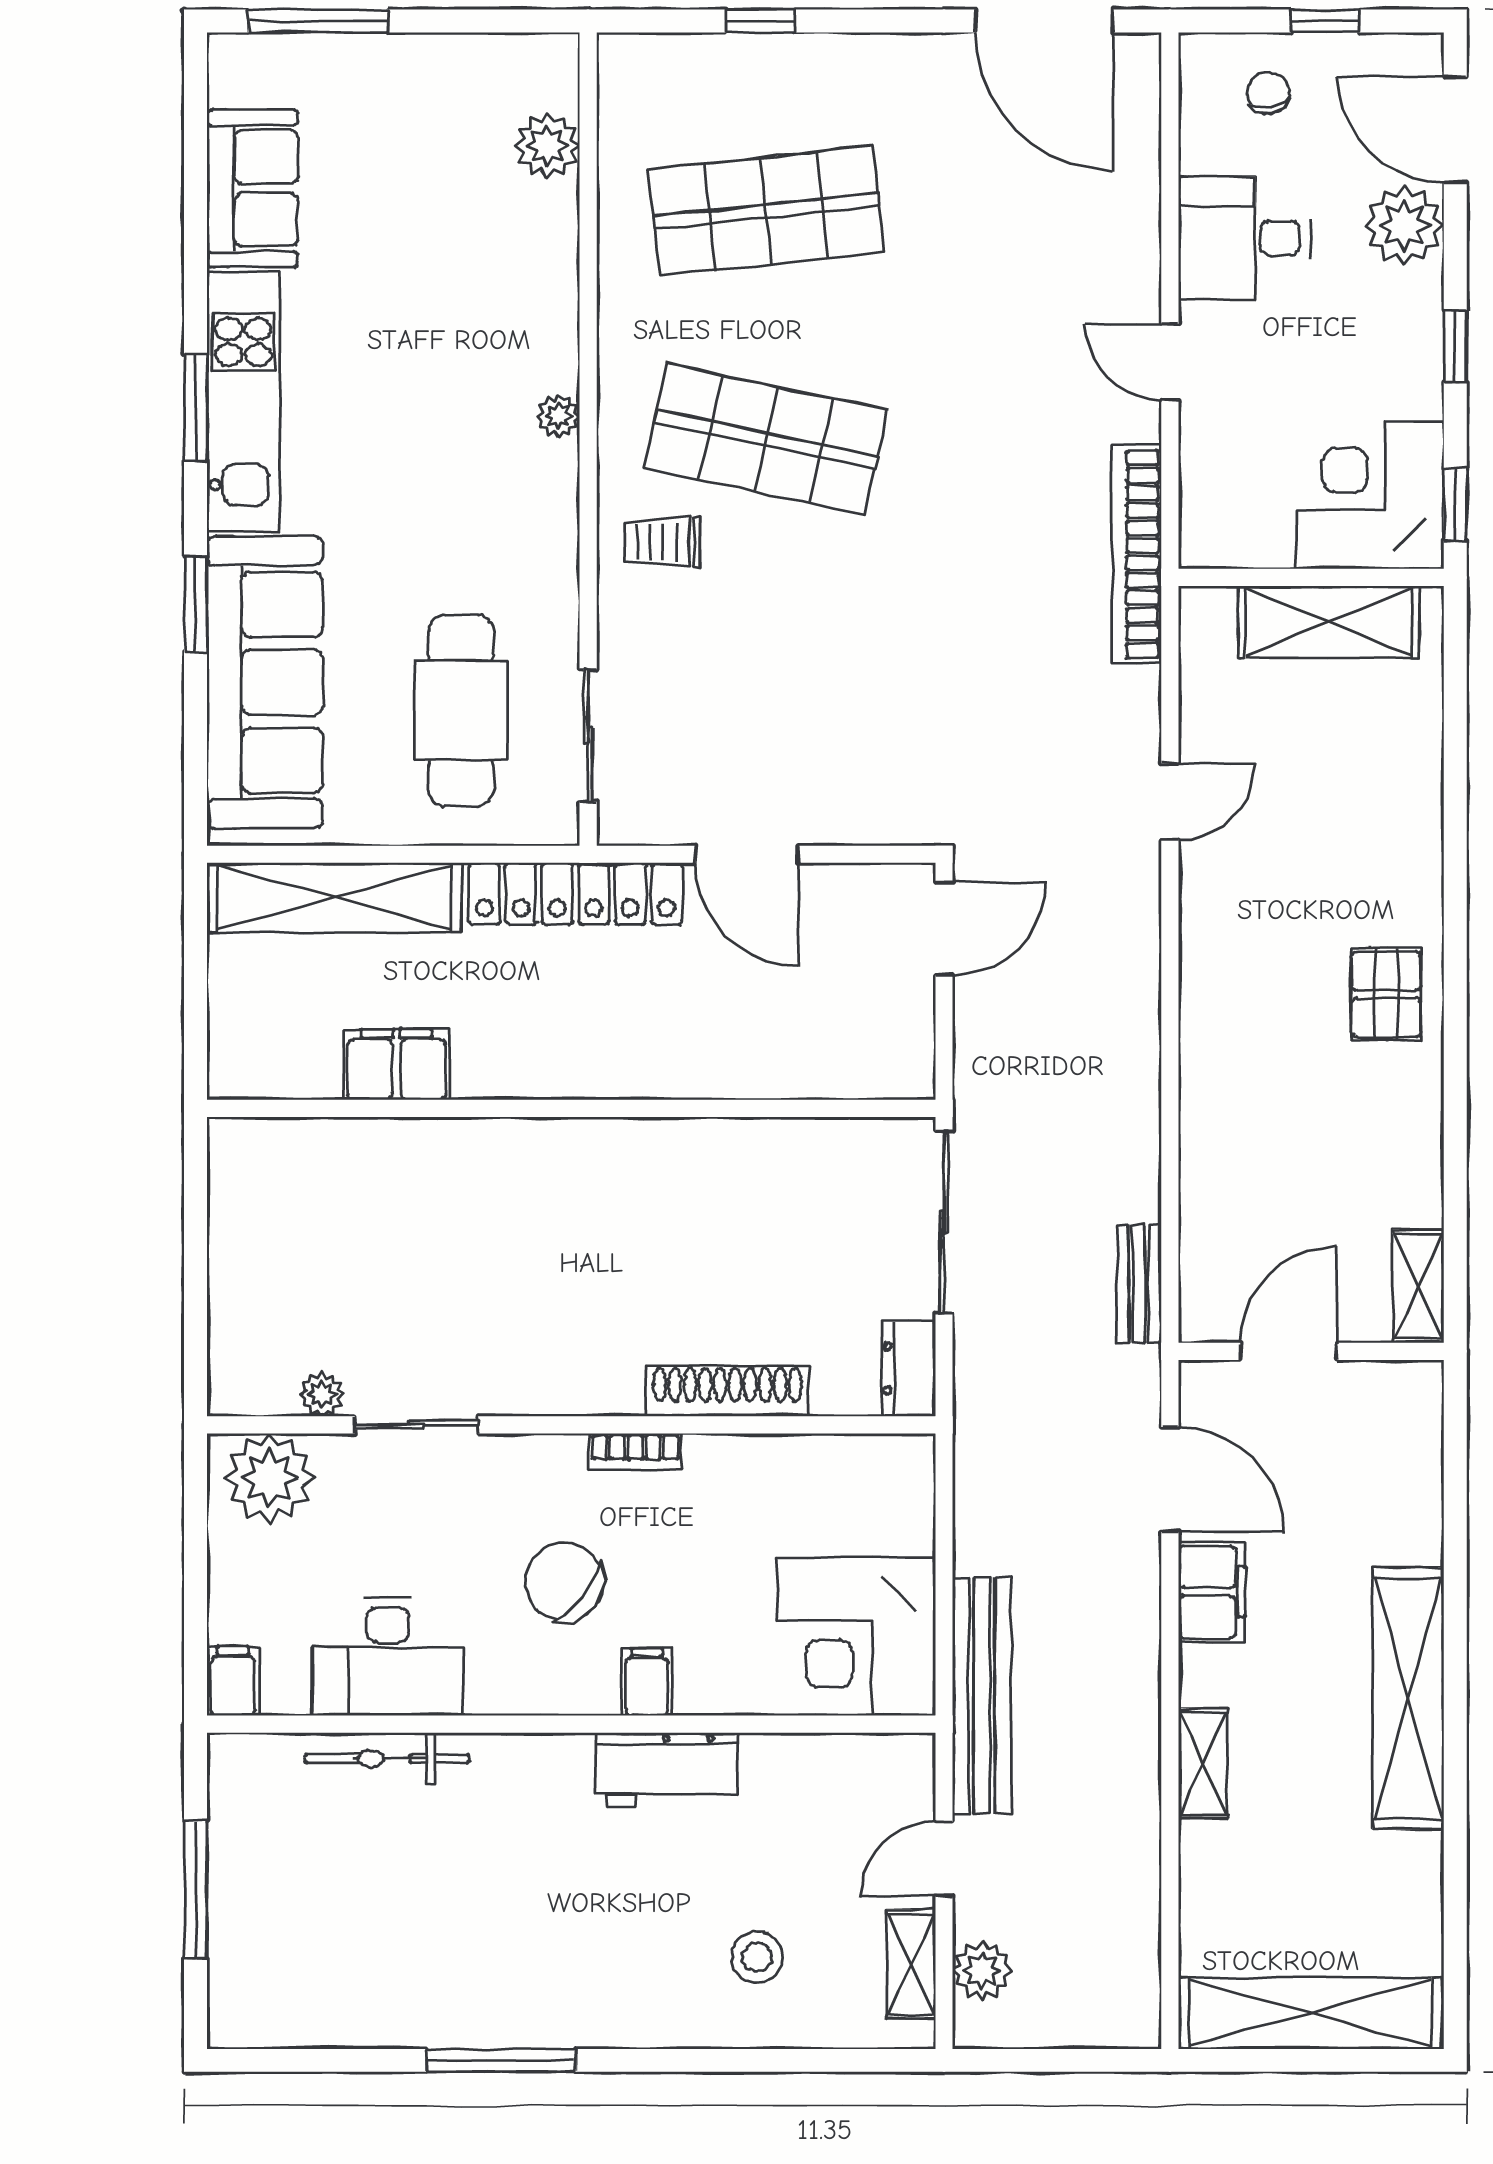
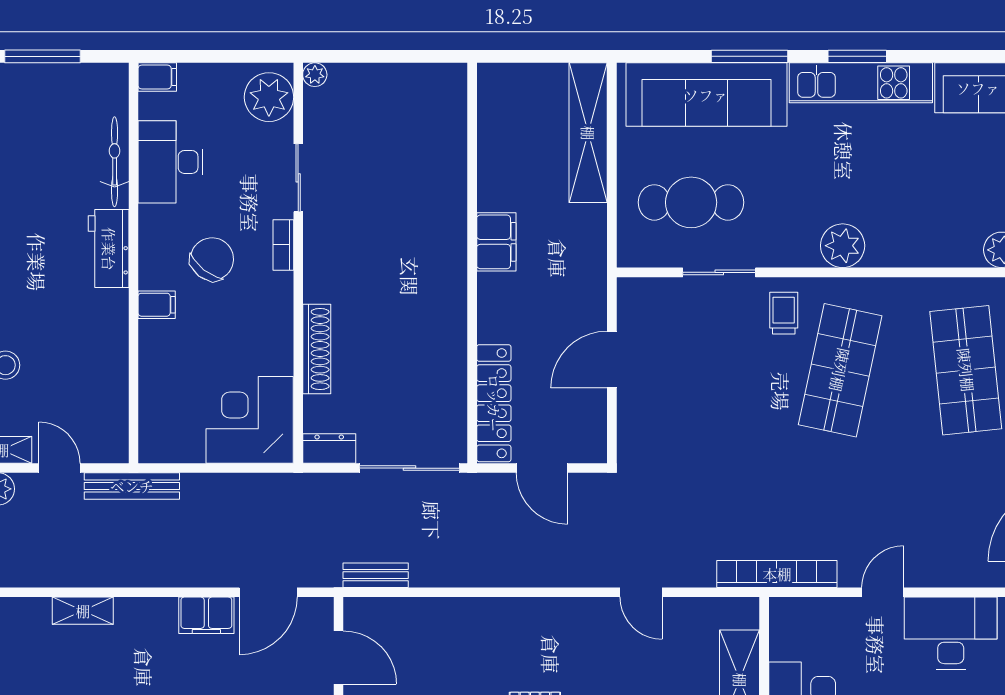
desk: (1245, 238) -> (951, 633), width x1.37
plant: (558, 416) -> (843, 246), width x1.87, depth x1.87
window: (196, 604) -> (749, 56), width x1.44
sliding door: (588, 736) -> (719, 272), moved
locker: (576, 894) -> (494, 403), moved, turned 180
door: (944, 929) -> (542, 468), moved
filing cabinet: (397, 1064) -> (496, 242), moved
plant: (322, 1395) -> (315, 75), moved
bookcase: (635, 1452) -> (283, 245), moved
corner desk: (856, 1637) -> (250, 420), moved
bench: (982, 1696) -> (132, 486), width x0.73, depth x0.82
shelving: (1203, 1764) -> (83, 611), moved
workbench: (667, 1769) -> (109, 249), moved

